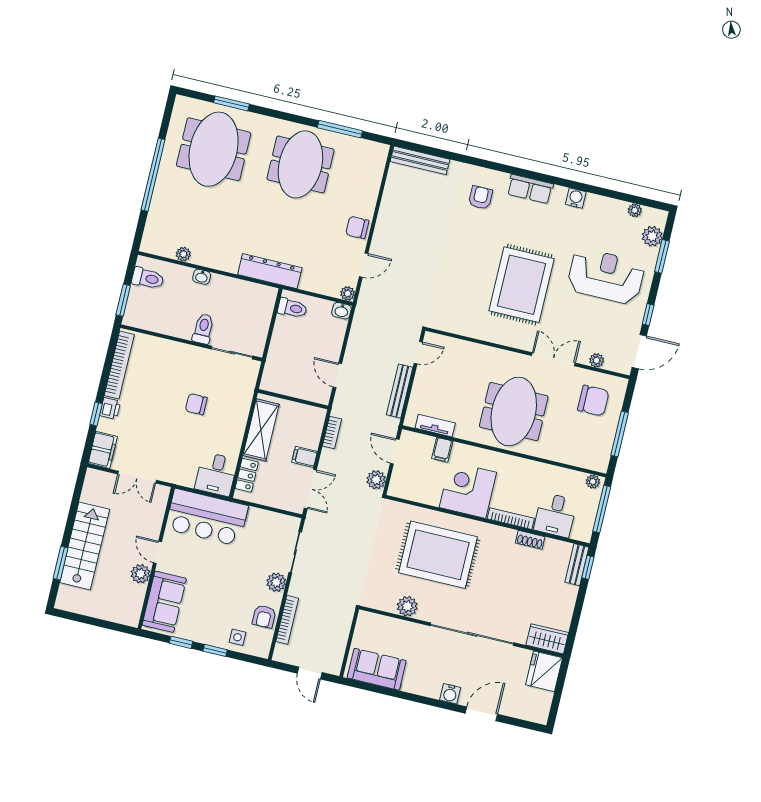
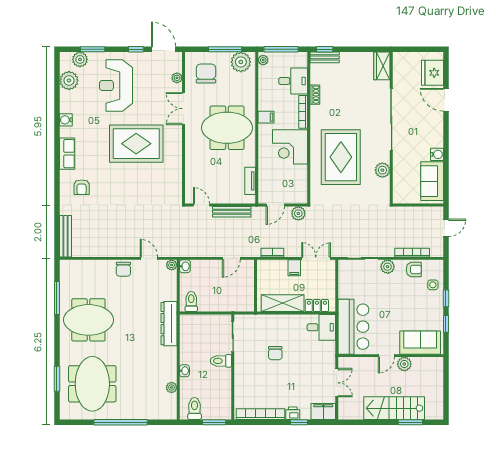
meeting table: (214, 149) -> (92, 384), turned 90
armchair: (480, 198) -> (82, 187), turned -90
plant: (635, 210) -> (69, 80), width x1.87, depth x1.87
filing cabinet: (442, 450) -> (266, 117), moved
plant: (597, 451) -> (241, 62), added
fridge: (544, 671) -> (432, 73), moved, turned 90
water cooler: (450, 694) -> (437, 154), moved

